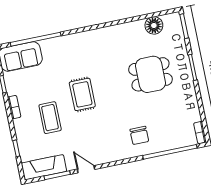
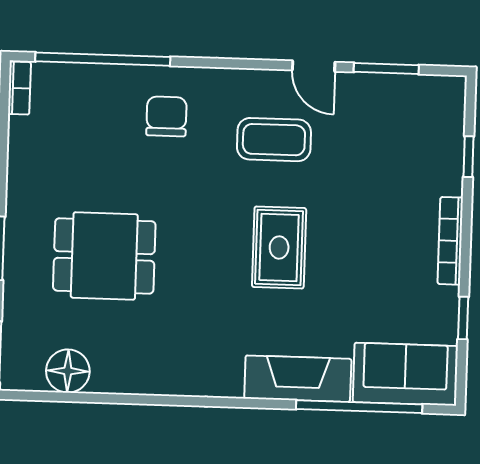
bookcase: (14, 107) -> (450, 241), width x1.56
coffee table: (50, 118) -> (274, 140), moved, turned 90
fireplace: (44, 167) -> (298, 379), moved, turned 180

